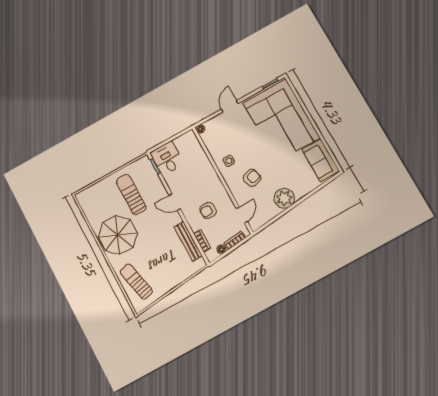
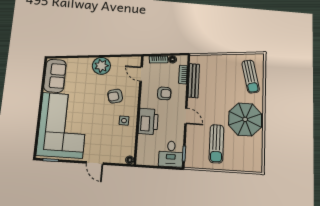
door: (230, 106) -> (95, 163), hinge flipped
printer: (206, 174) -> (148, 121), added
door: (242, 215) -> (141, 74), hinge flipped

